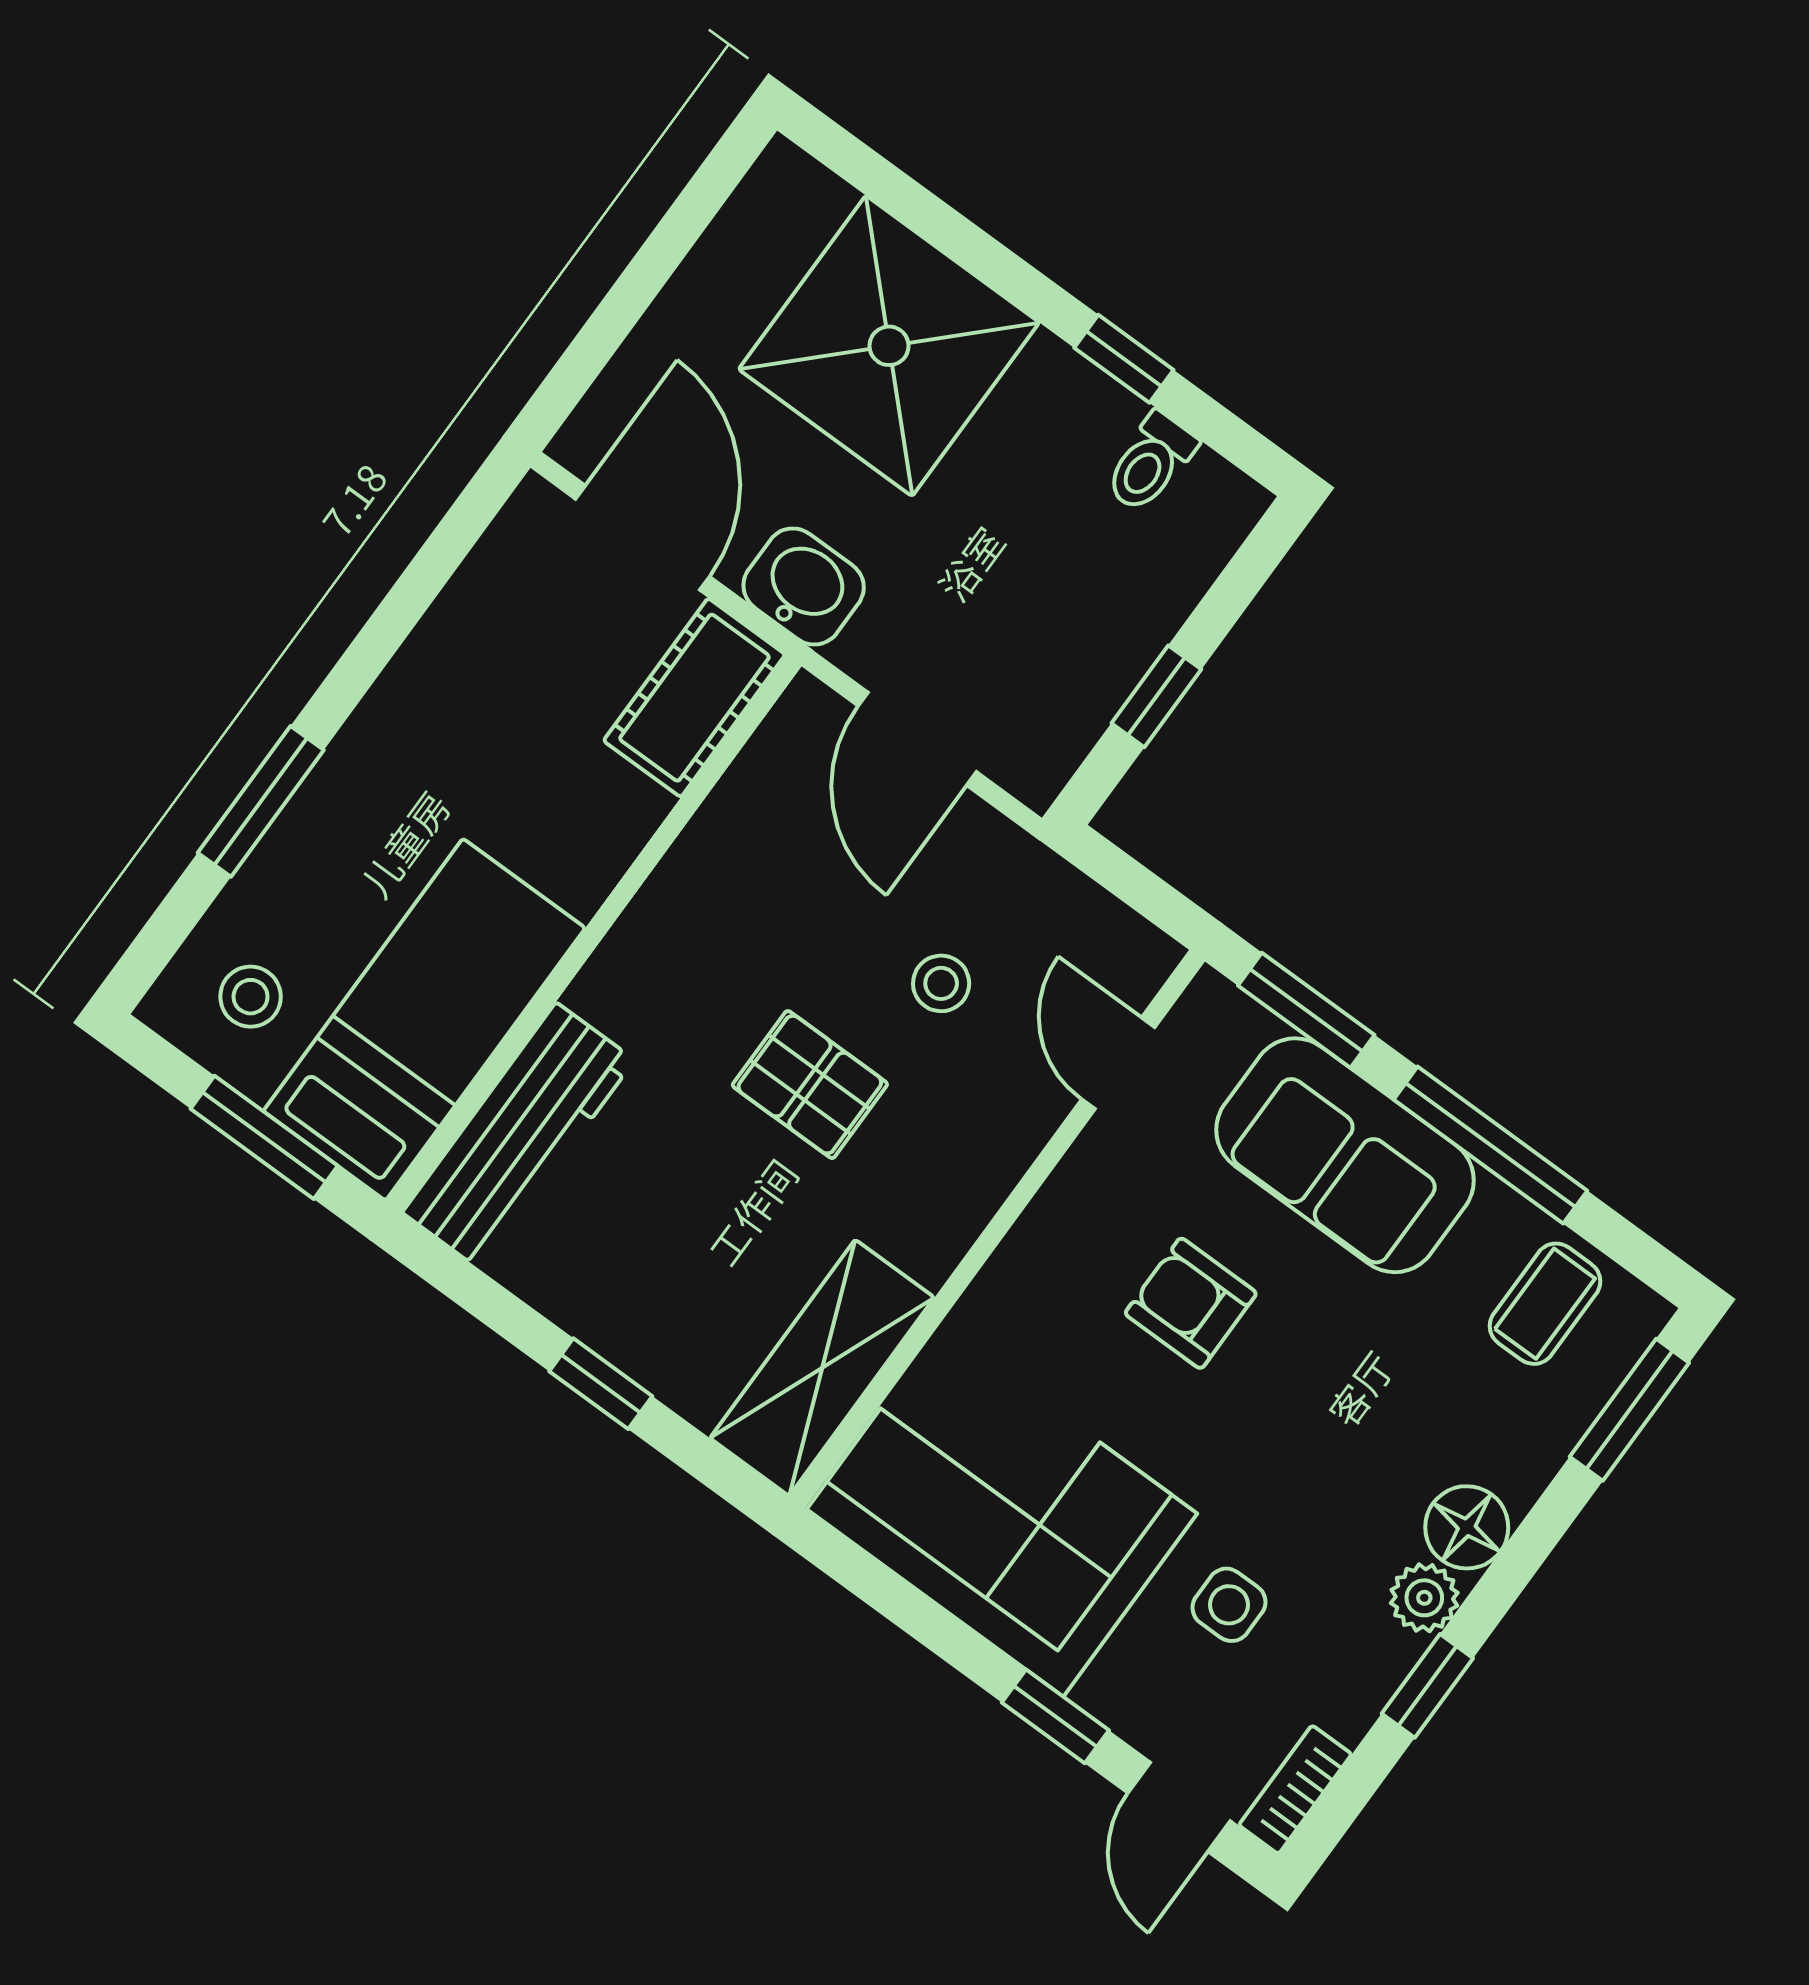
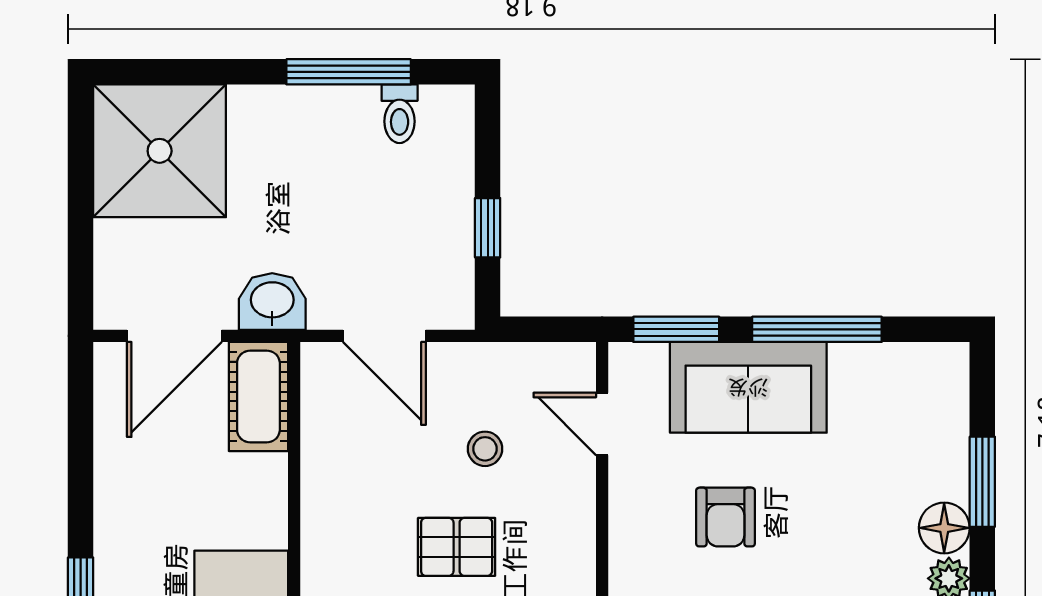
shower: (889, 346) -> (160, 151), moved
window: (1124, 359) -> (349, 72), width x2.17
door: (642, 538) -> (174, 336), swing flipped
armchair: (1191, 1303) -> (726, 517), turned -90
coffee table: (1545, 1304) -> (902, 388), removed
window: (1629, 1410) -> (982, 482), moved

